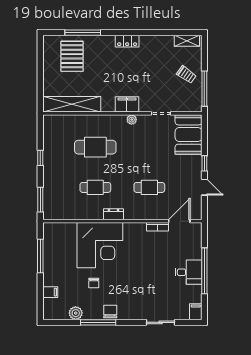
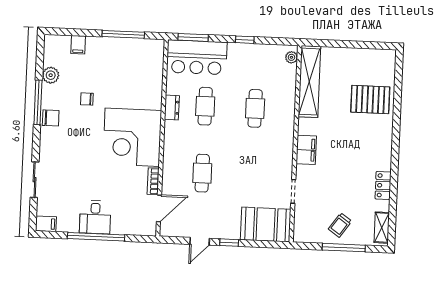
window: (83, 33) -> (397, 99), removed
locker: (127, 41) -> (383, 185), moved
pallet: (72, 56) -> (370, 100), moved
window: (204, 89) -> (344, 248), moved
plant: (132, 120) -> (291, 57), moved
cafe table: (95, 147) -> (255, 108), width x0.73, depth x0.74
bar counter: (56, 196) -> (197, 57), added
dresser: (113, 214) -> (172, 108), moved
door: (179, 221) -> (159, 208), hinge flipped
corner desk: (100, 245) -> (132, 137), moved

